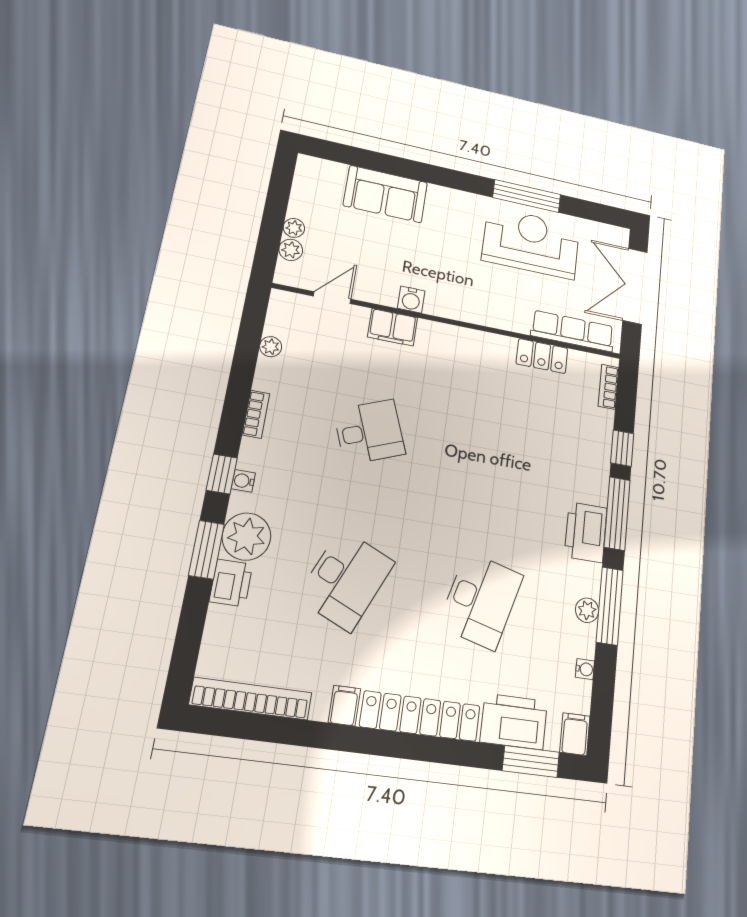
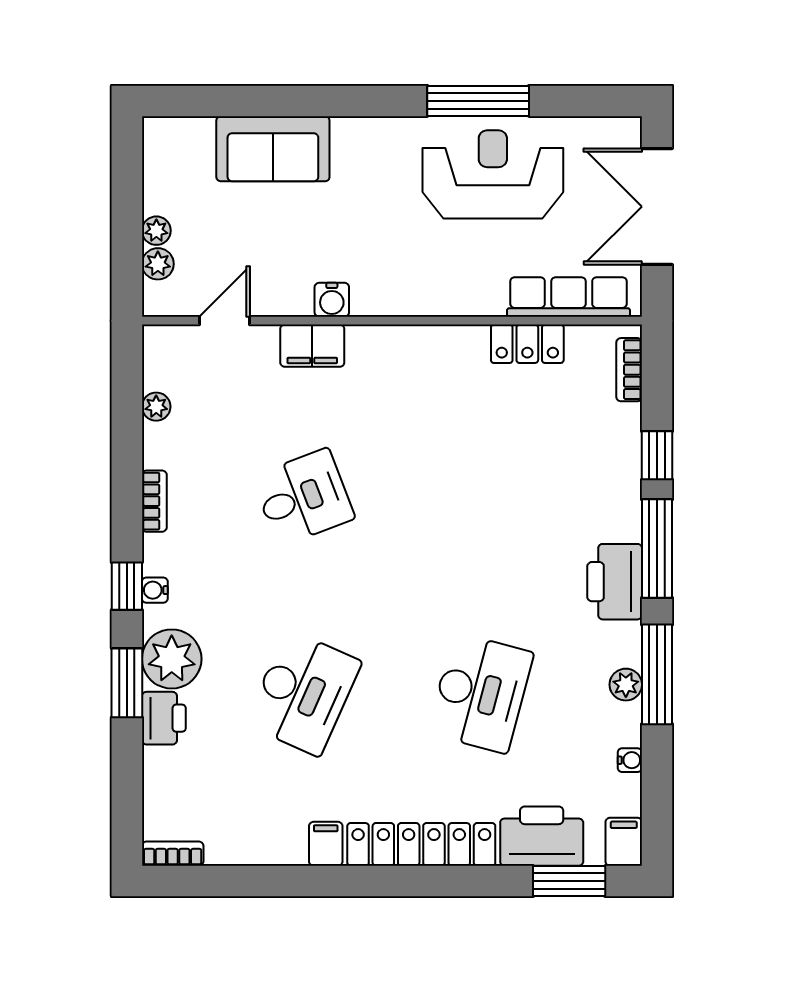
bookcase: (251, 699) -> (173, 854), width x0.43, depth x0.76

